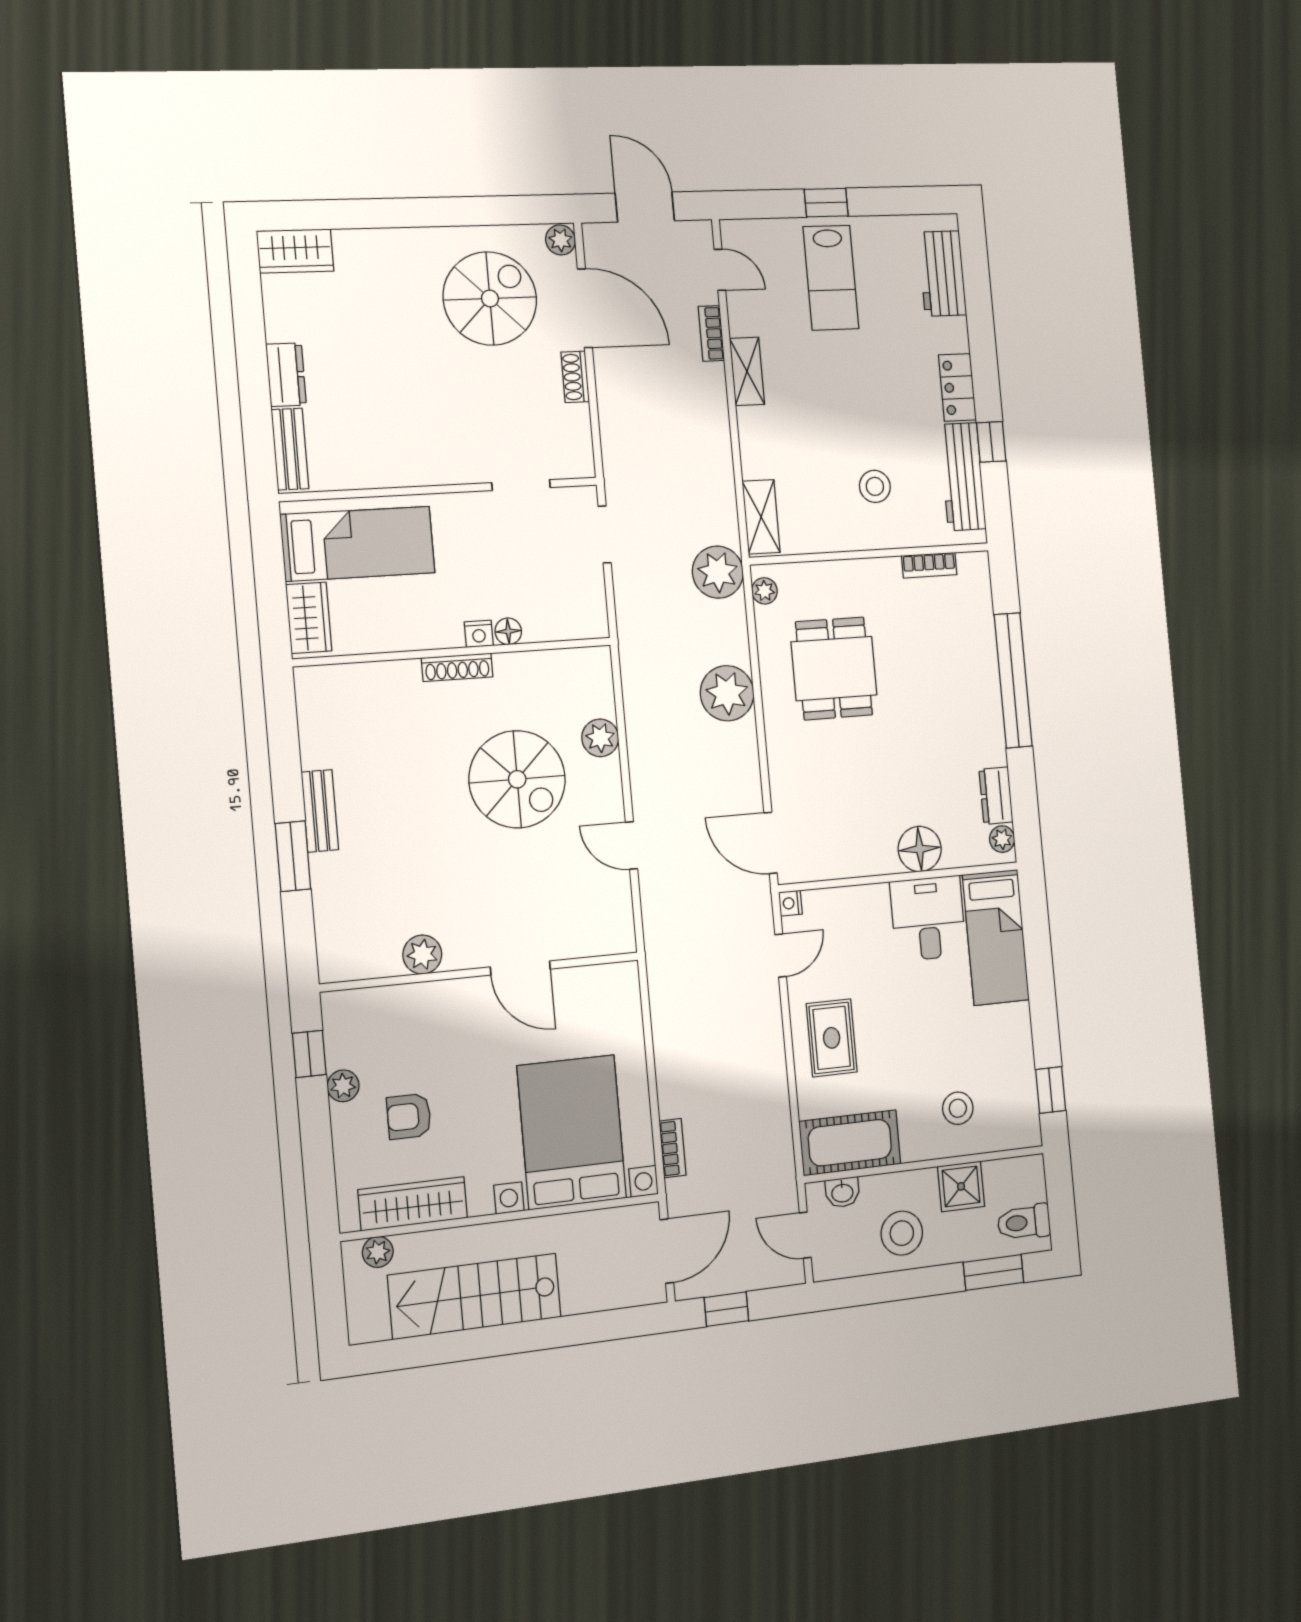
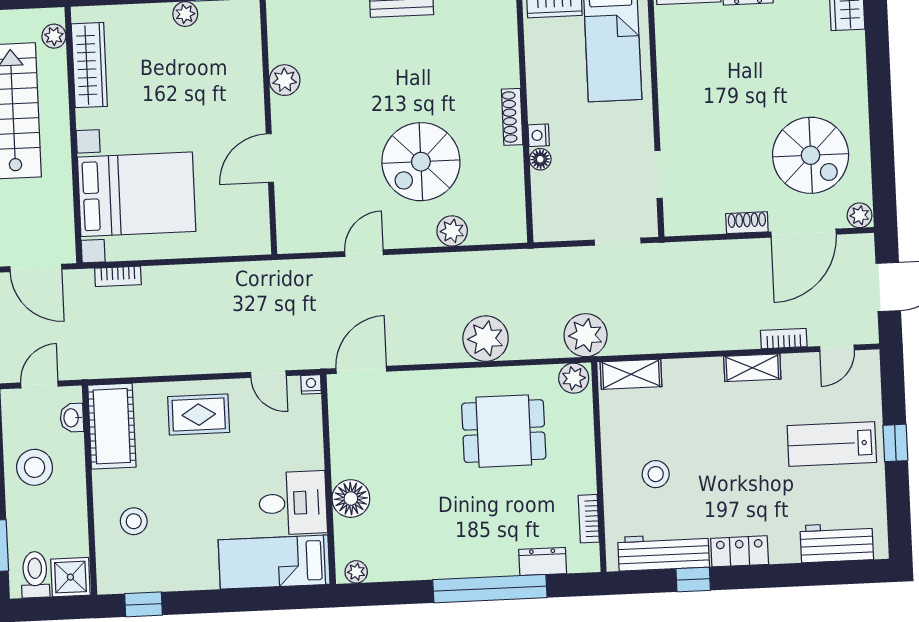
plant: (765, 591) -> (574, 378), width x1.38, depth x1.38
dresser: (996, 796) -> (543, 561), moved
armchair: (409, 1116) -> (158, 65), removed
shower: (961, 1186) -> (70, 577), moved

